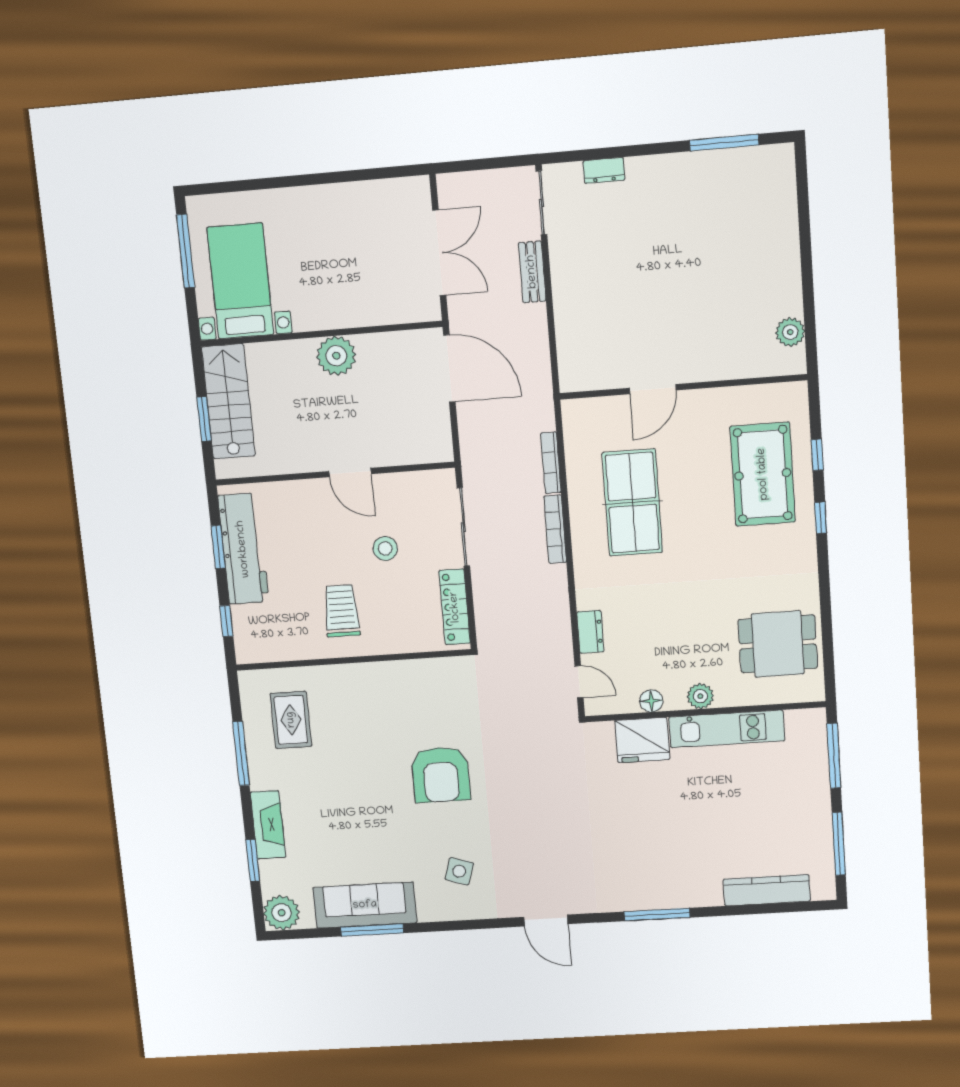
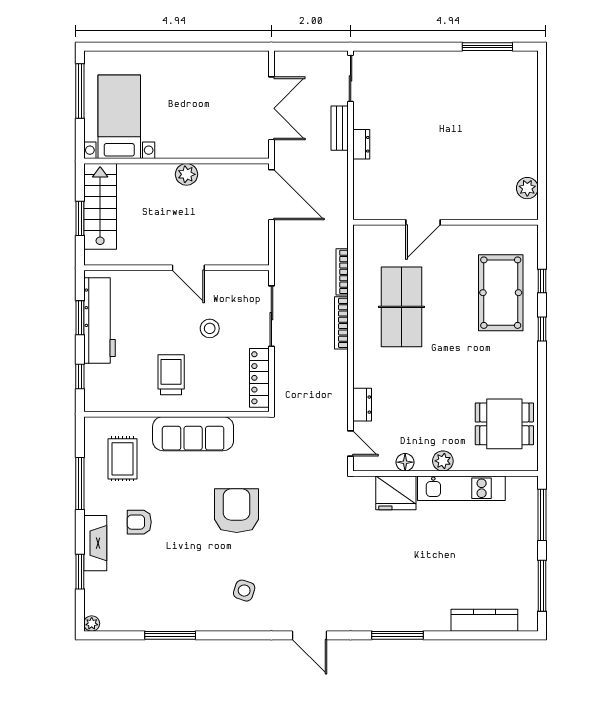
dresser: (604, 170) -> (361, 144), moved, turned -90
plant: (336, 356) -> (186, 174), width x0.73, depth x0.73
armchair: (441, 775) -> (237, 511), turned 180
armchair: (320, 796) -> (139, 522), added
sofa: (365, 905) -> (193, 434), moved, turned 180
plant: (282, 913) -> (92, 624), width x0.53, depth x0.53

